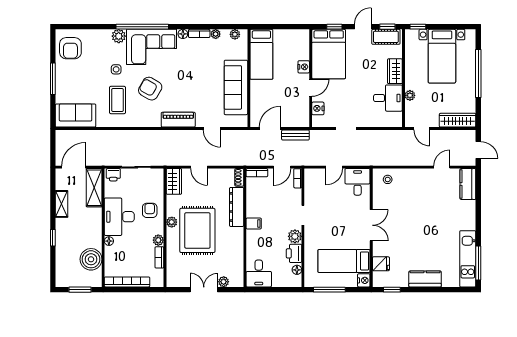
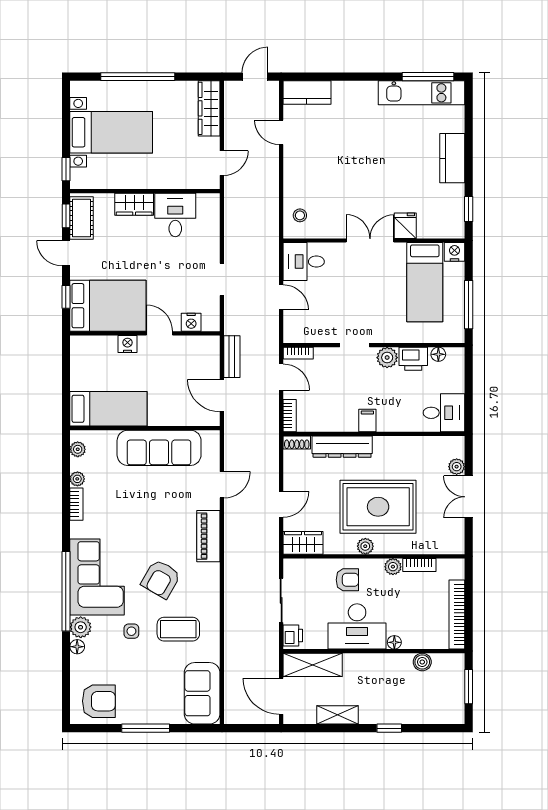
floor lamp: (183, 34) -> (77, 647), moved
plant: (410, 95) -> (171, 181), removed
armchair: (150, 210) -> (347, 580), turned 180
boiler: (91, 259) -> (422, 662), width x0.54, depth x0.54
fridge: (381, 264) -> (405, 226), moved

